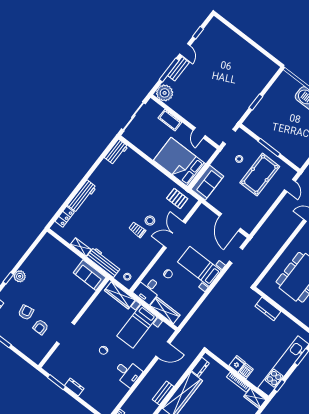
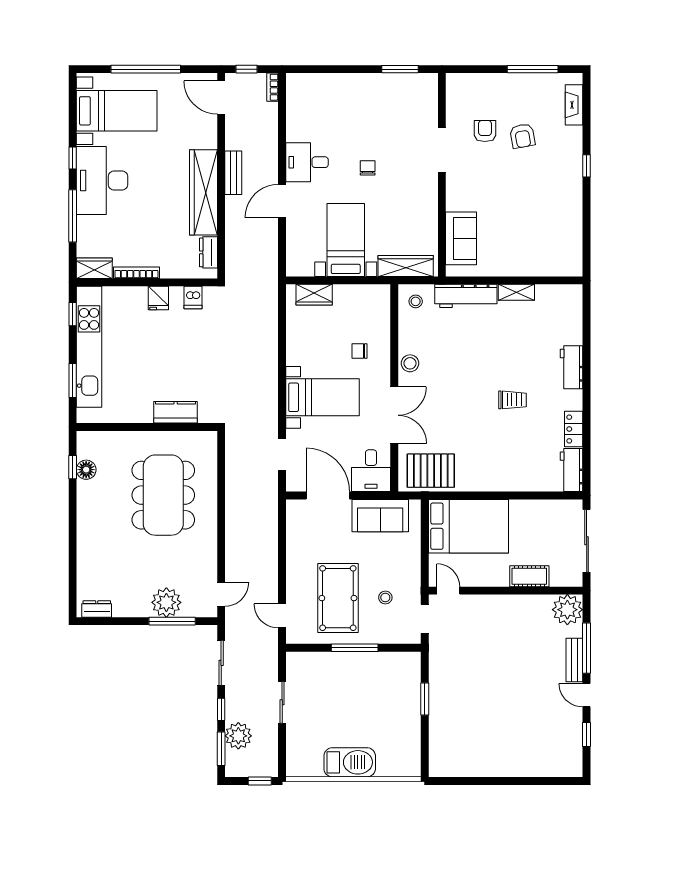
door: (199, 133) -> (448, 591), moved
sofa: (207, 183) -> (380, 516), moved, turned -90
workbench: (82, 196) -> (572, 367), width x0.73
pallet: (177, 199) -> (431, 471), width x1.50, depth x1.42
locker: (65, 217) -> (574, 429), moved
stool: (150, 221) -> (410, 363), moved
trolley: (137, 230) -> (512, 400), moved
sofa: (90, 275) -> (461, 238), moved, turned 90
plant: (20, 276) -> (572, 181), removed
desk: (148, 290) -> (371, 471), moved, turned 180
wardrobe: (165, 310) -> (314, 295), width x0.67
door: (163, 350) -> (282, 201), moved
dishwasher: (246, 371) -> (193, 297), moved
dresser: (74, 387) -> (369, 82), removed

